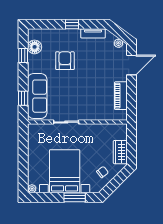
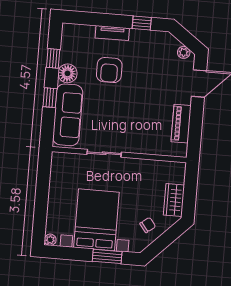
window: (72, 24) -> (142, 23), moved
tv unit: (93, 33) -> (112, 33), moved
floor lamp: (35, 47) -> (68, 73), moved
armchair: (65, 61) -> (109, 70), turned 180
window: (23, 98) -> (50, 98), moved

